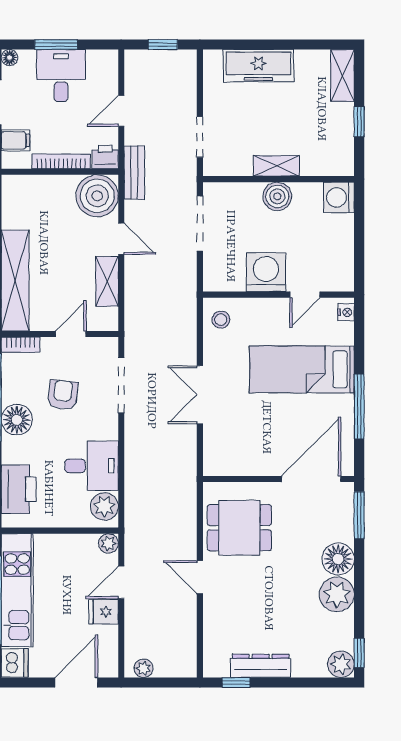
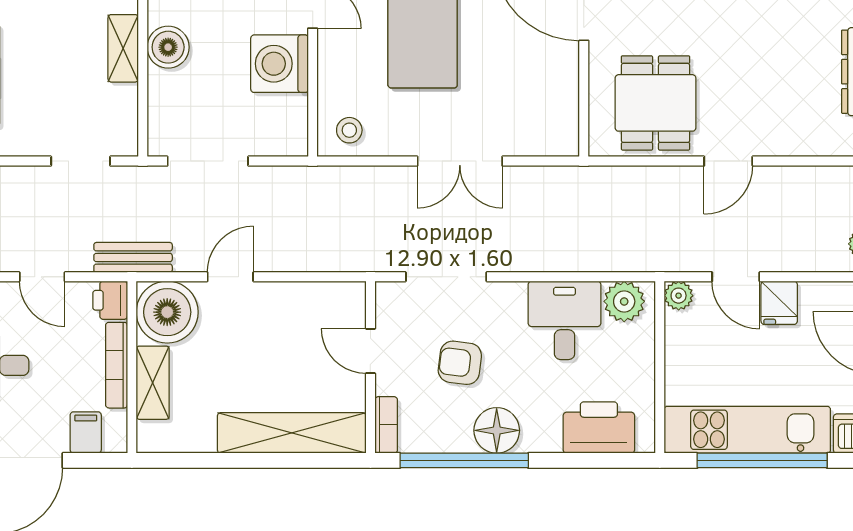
shelving: (107, 281) -> (153, 383), moved, turned 90

